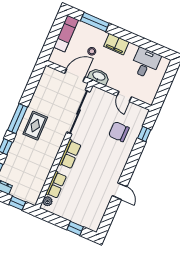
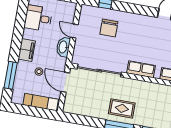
exam couch: (66, 34) -> (41, 102), moved
washbasin: (99, 76) -> (63, 47), moved
door: (124, 96) -> (74, 31), swing flipped

